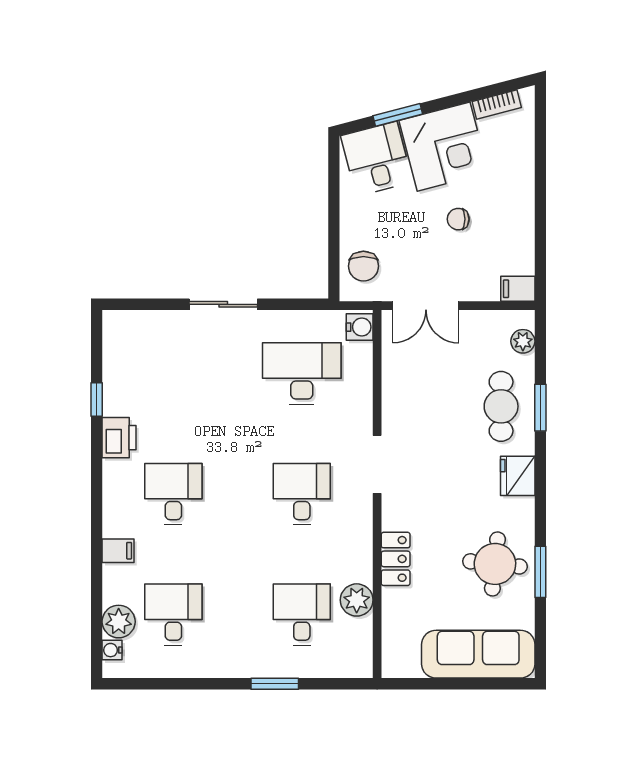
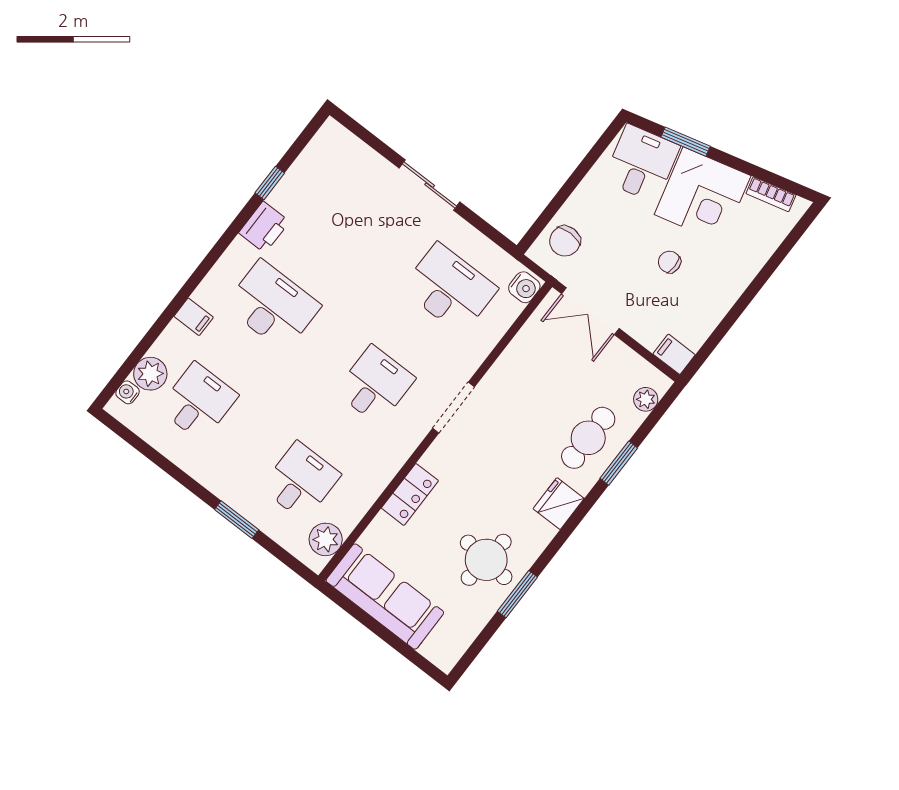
desk: (173, 494) -> (273, 306), width x1.37
plant: (357, 600) -> (326, 539), moved
sofa: (478, 654) -> (385, 597), moved

